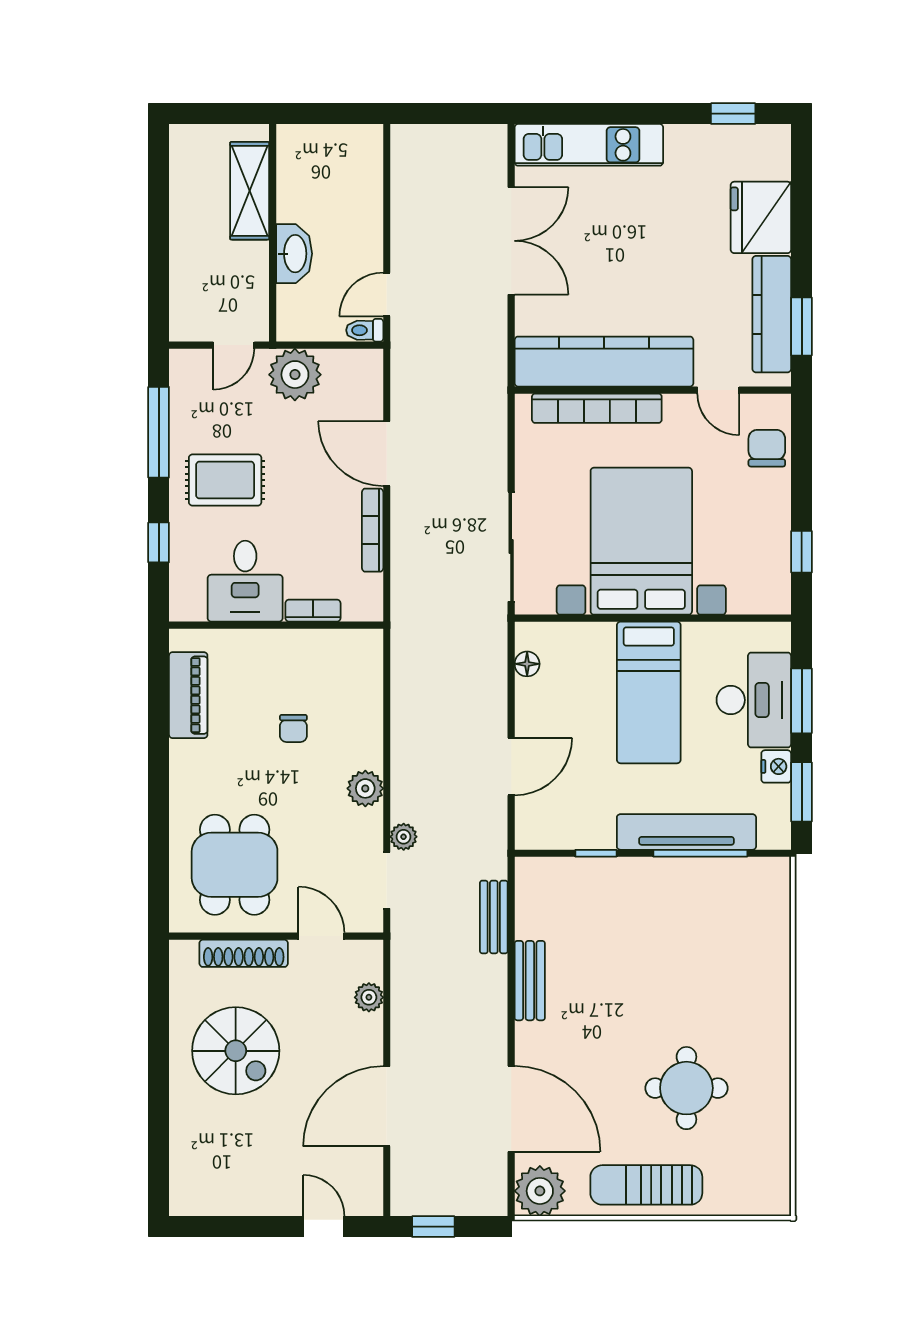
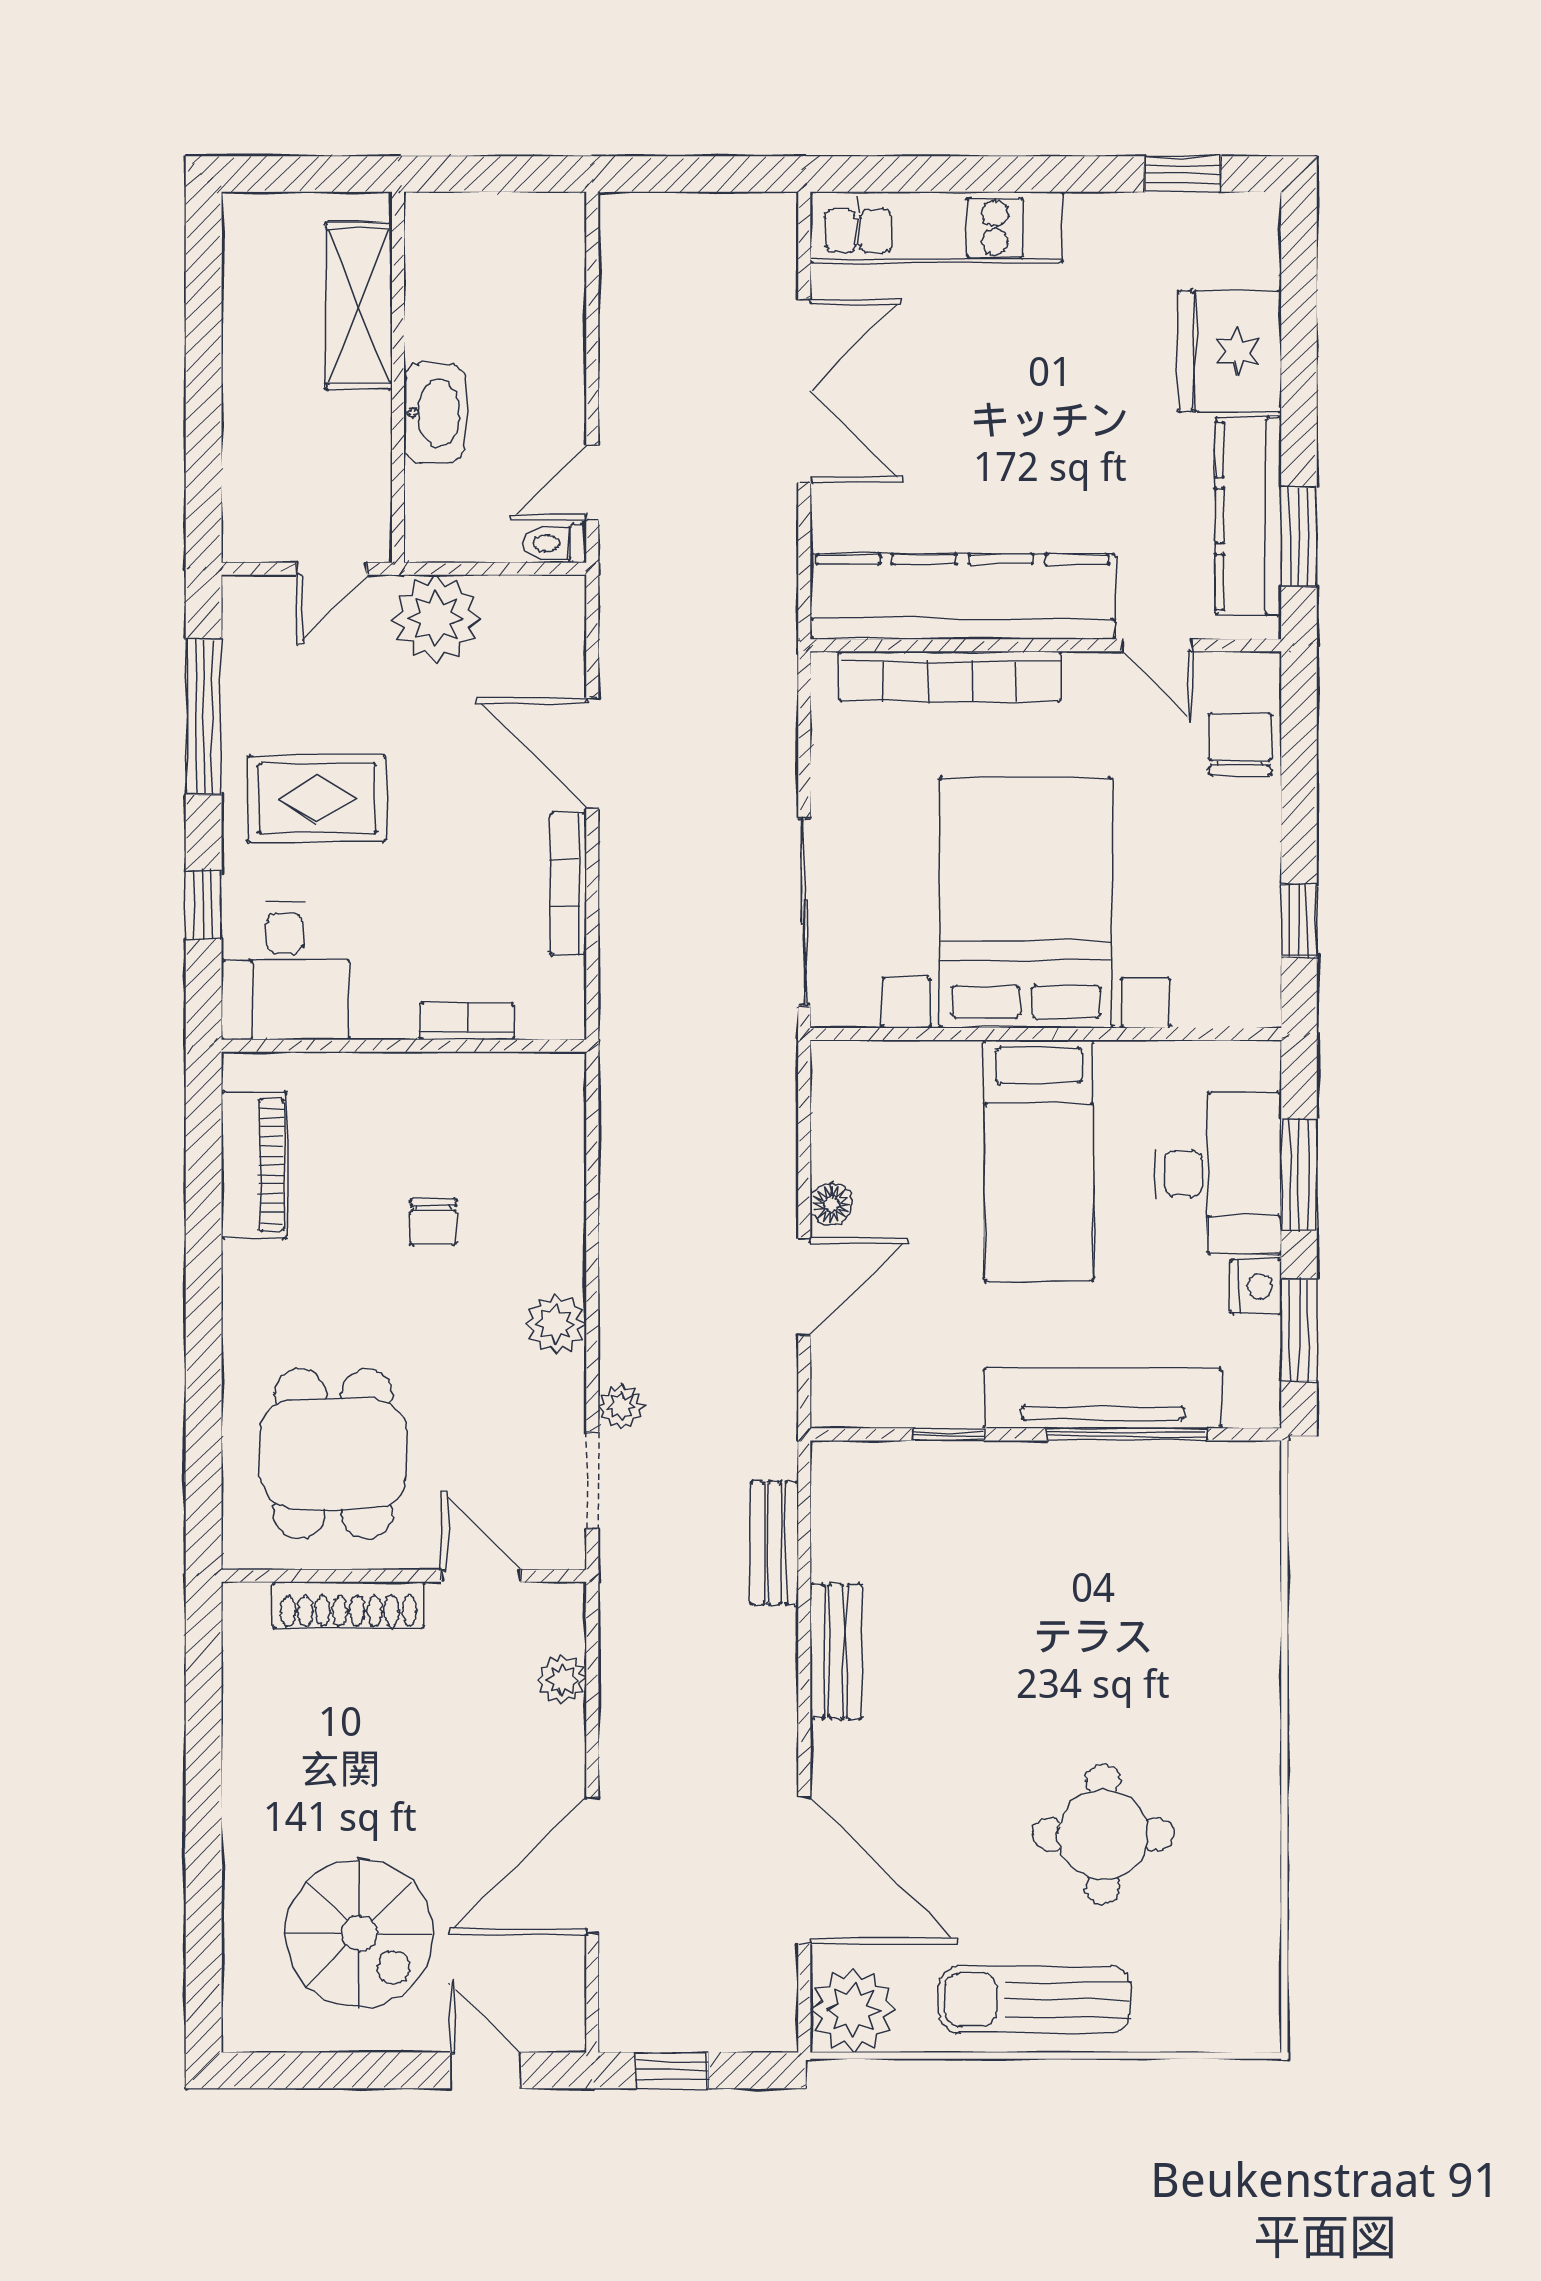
desk: (245, 581) -> (285, 971), moved
floor lamp: (527, 664) -> (831, 1204), moved
spiral stairs: (236, 1051) -> (359, 1933), moved

